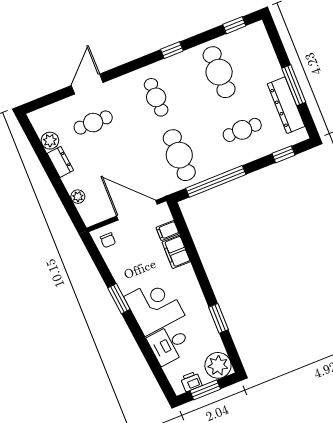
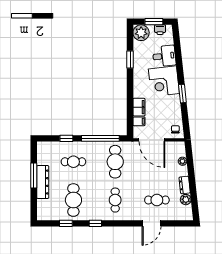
window: (234, 25) -> (66, 223), moved
dresser: (286, 105) -> (43, 182), moved
window: (283, 154) -> (66, 138), moved

